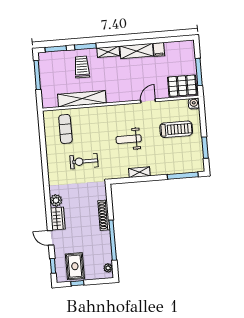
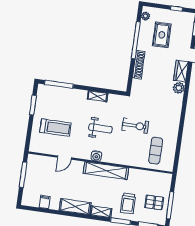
filing cabinet: (159, 49) -> (45, 202), moved
pallet: (182, 86) -> (154, 203), moved, width x0.67, depth x0.71
shelving: (82, 99) -> (106, 171), moved
door: (148, 101) -> (64, 158), moved
water cooler: (194, 104) -> (96, 156), moved
treadmill: (176, 129) -> (55, 128), turned 180
exercise bike: (84, 161) -> (135, 126), moved
rug: (75, 266) -> (162, 35), moved

